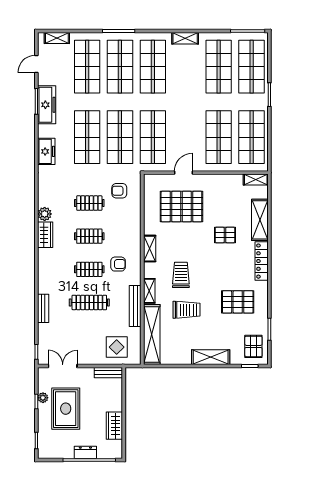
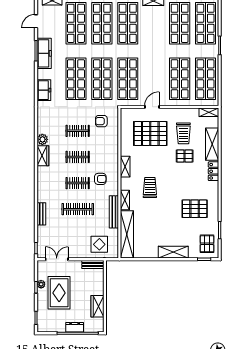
locker: (262, 261) -> (213, 171), width x0.66
trolley: (187, 310) -> (183, 133), moved, turned 90

